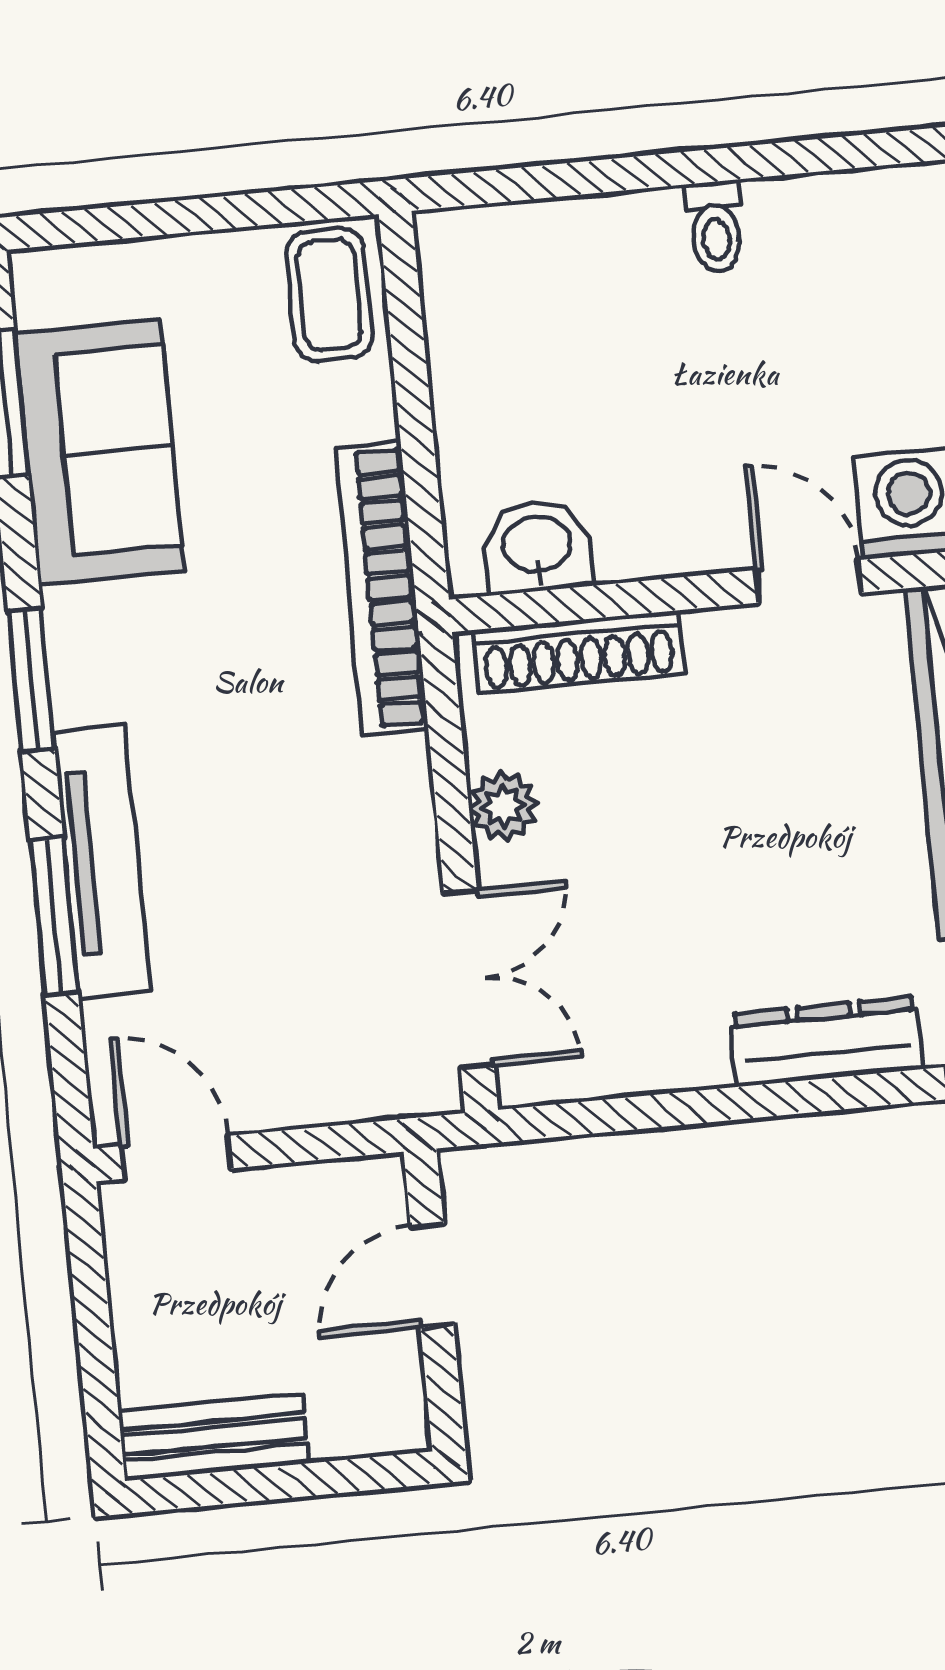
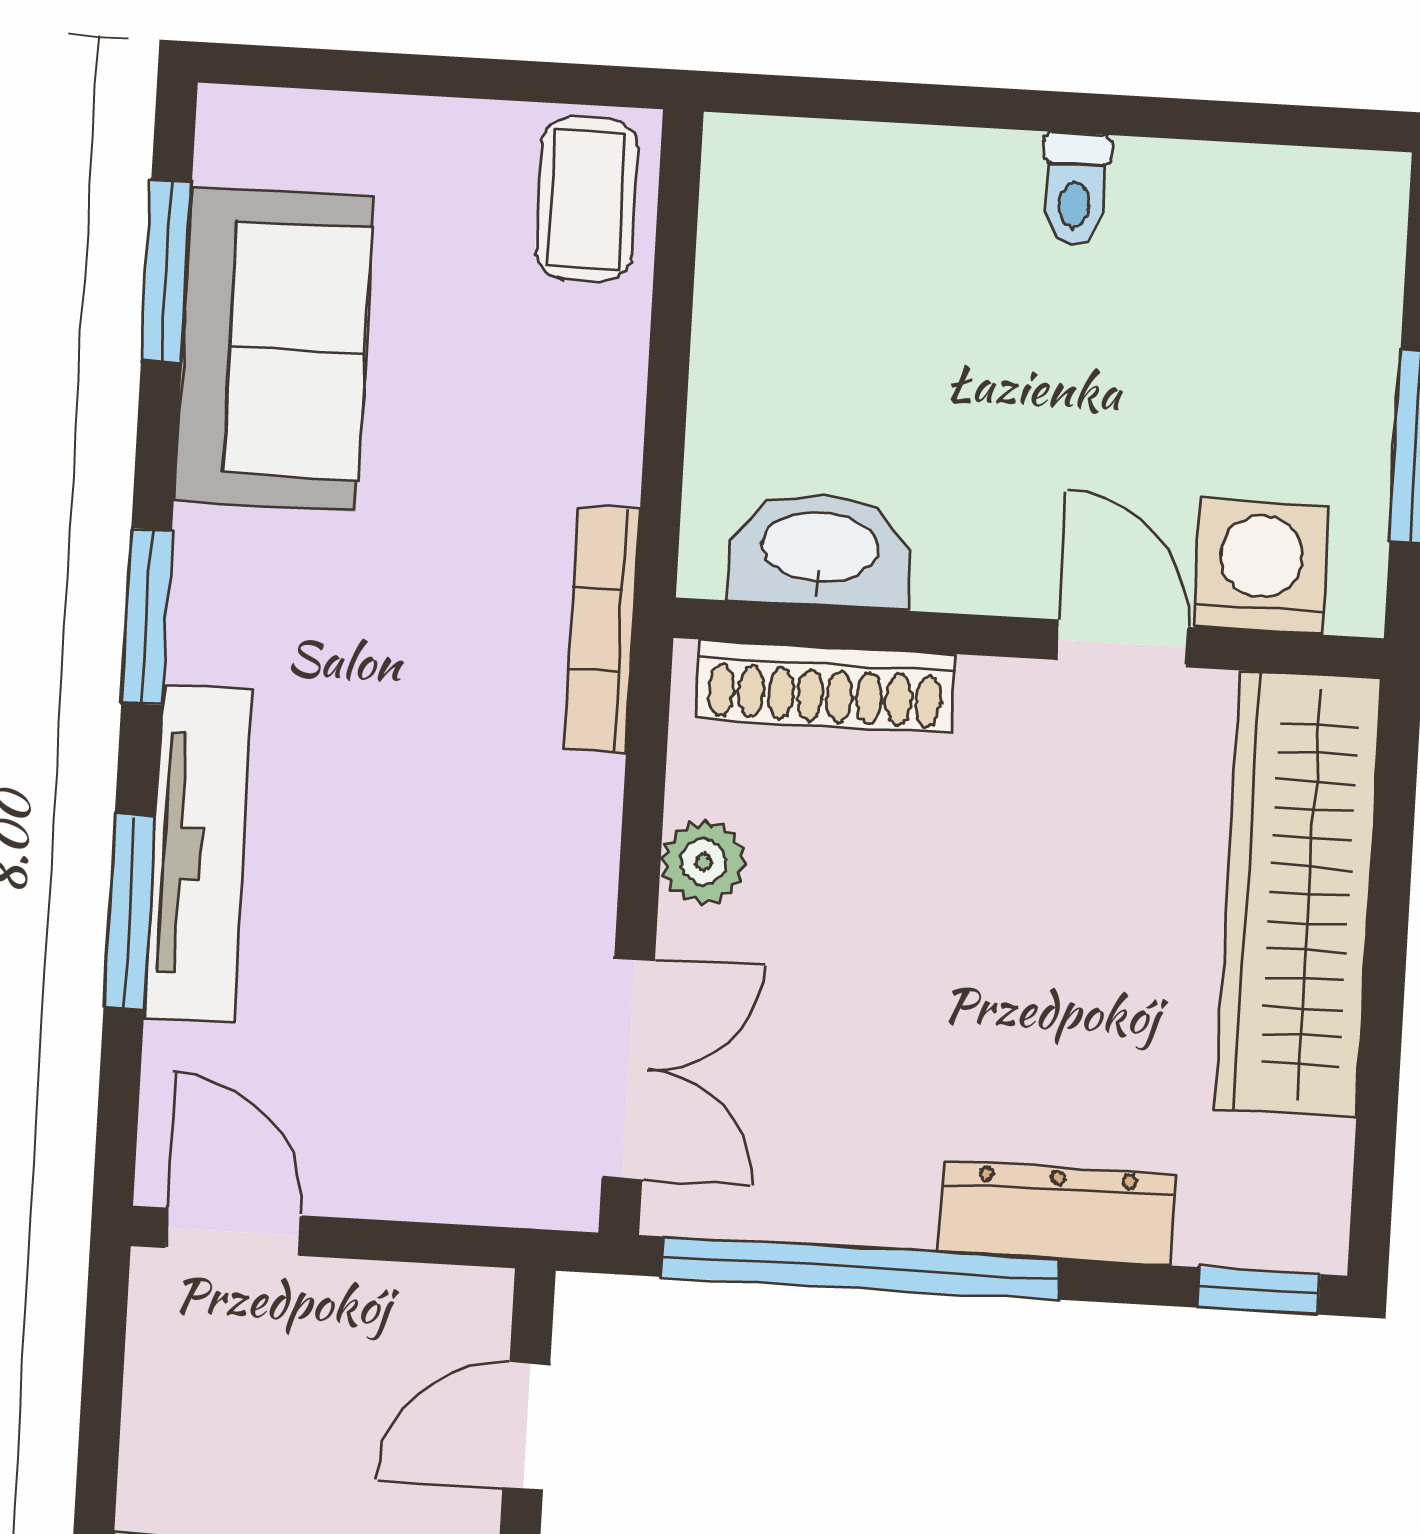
washbasin: (537, 546) -> (820, 550), width x1.38
bookcase: (382, 588) -> (602, 630), width x0.68, depth x0.76
window: (678, 1109) -> (860, 1268), added

